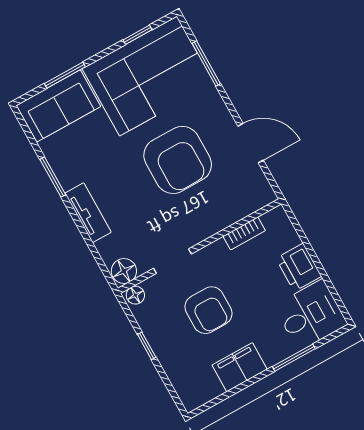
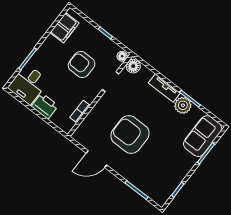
corner sofa: (148, 76) -> (163, 171), removed
plant: (69, 171) -> (183, 105), added
filing cabinet: (240, 367) -> (64, 28), moved

